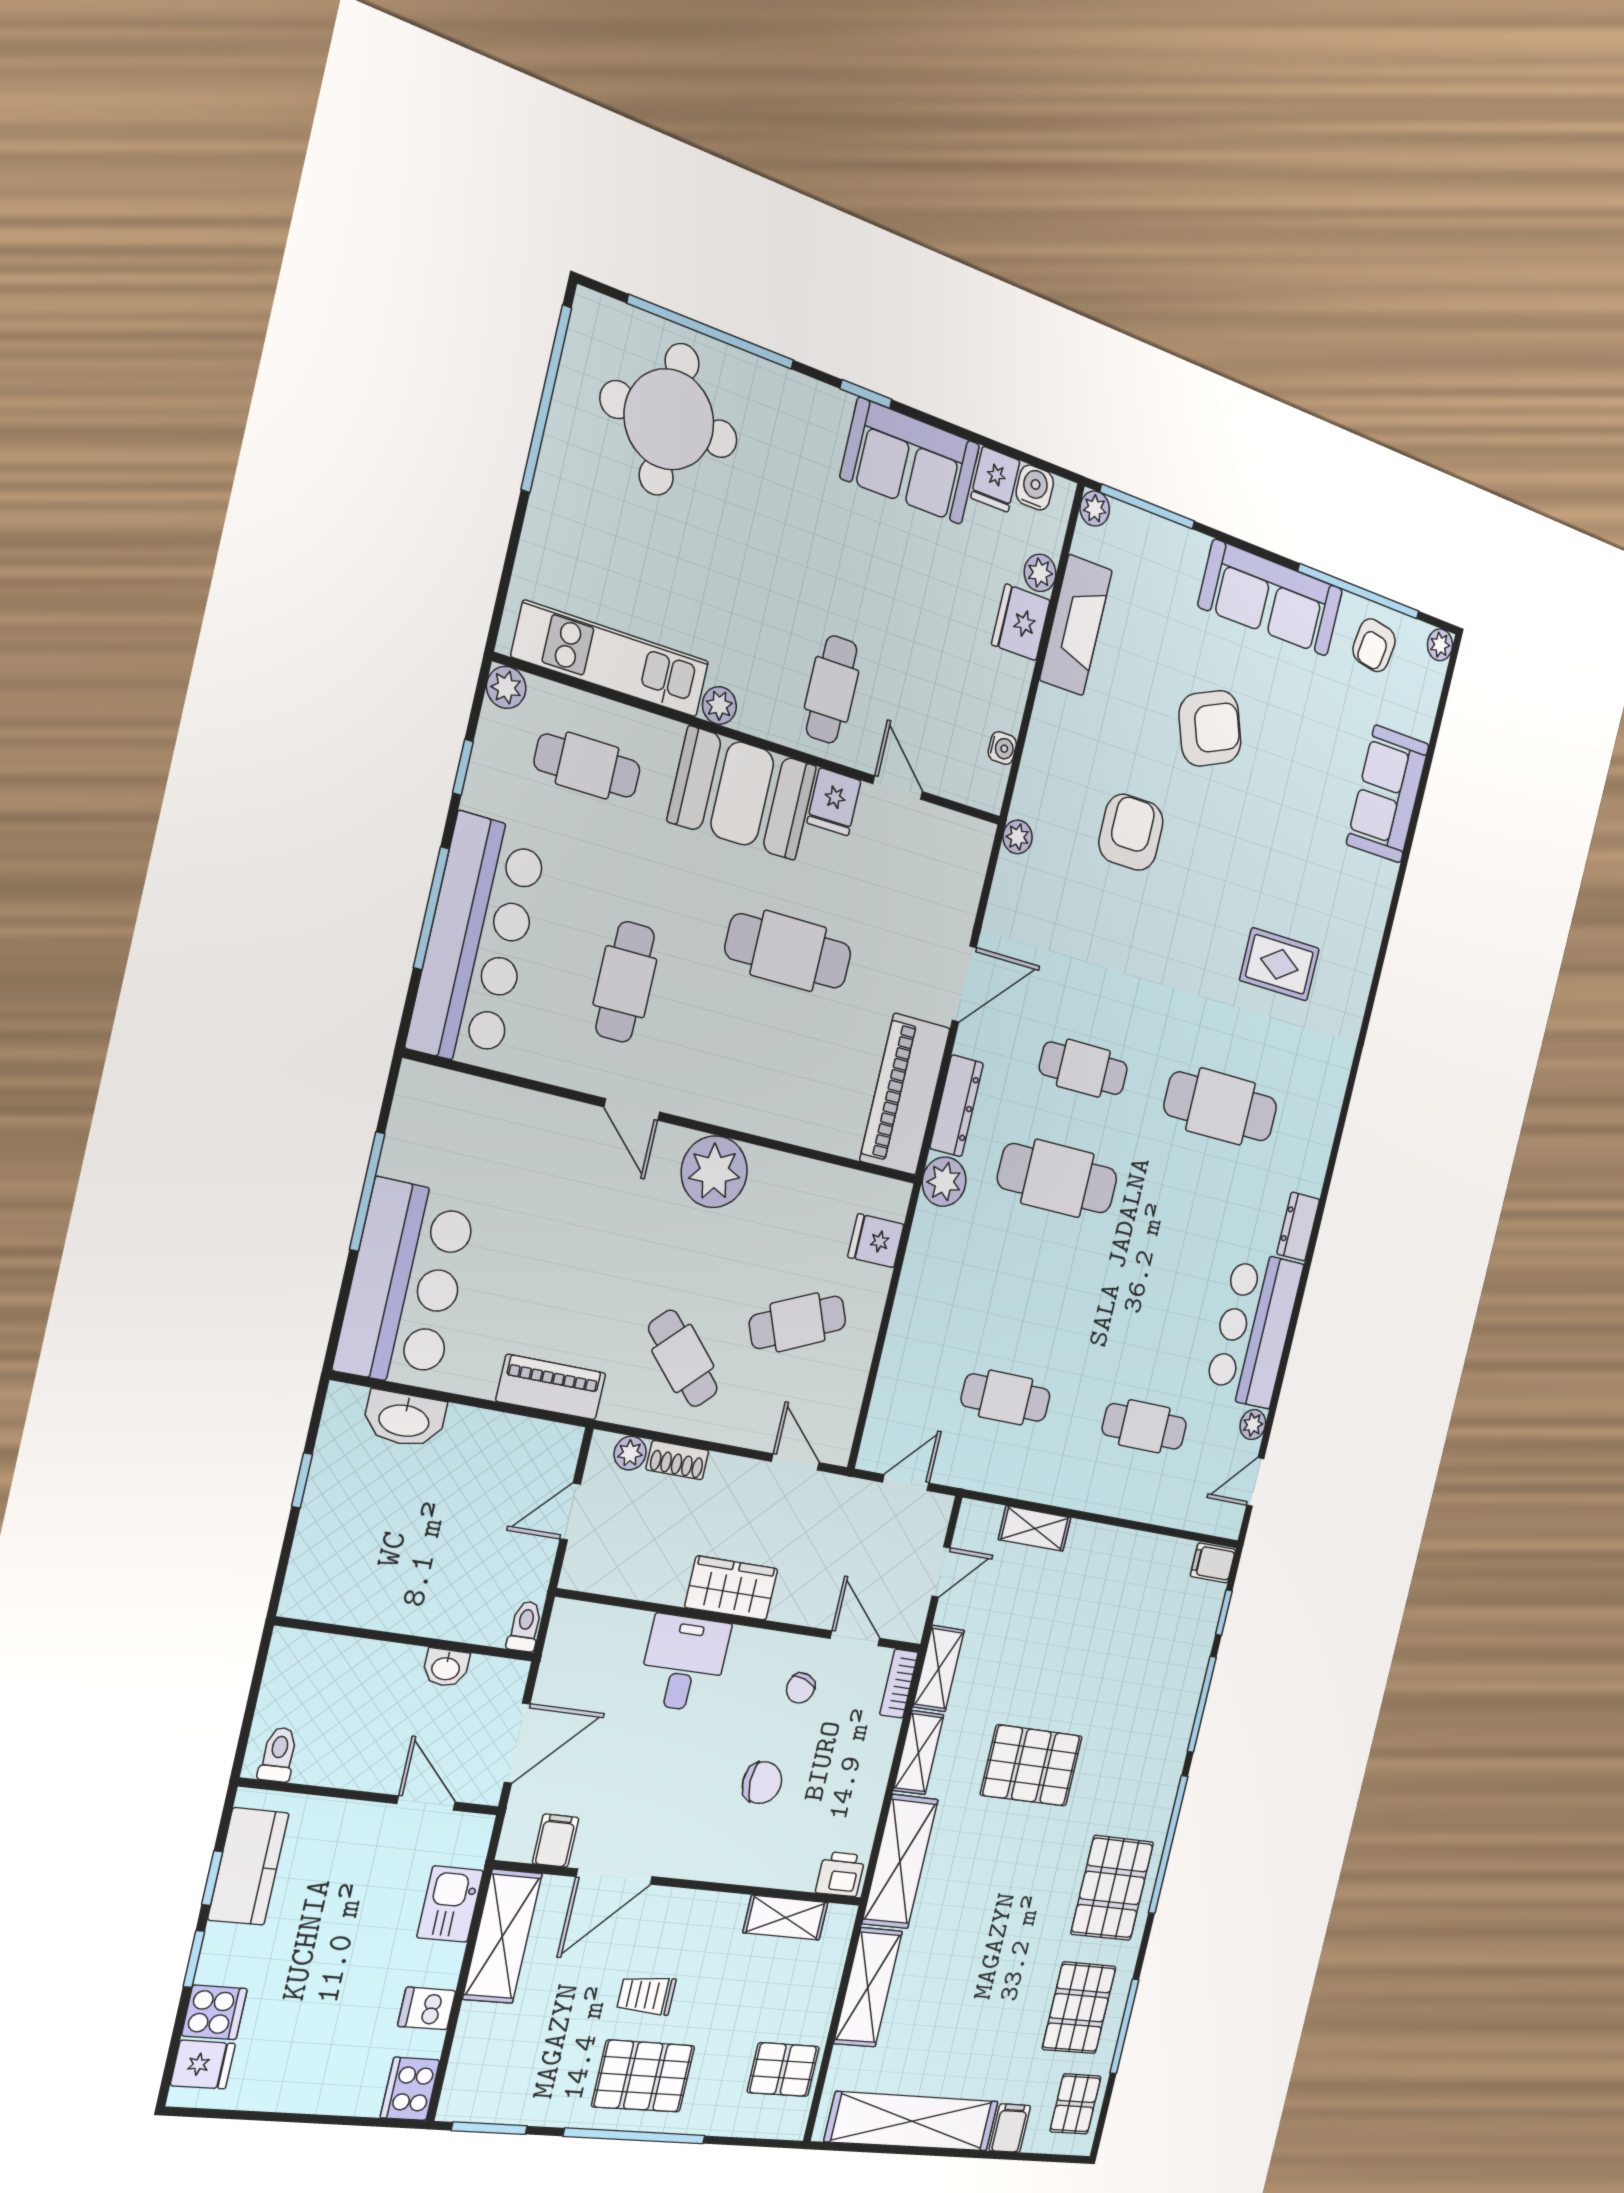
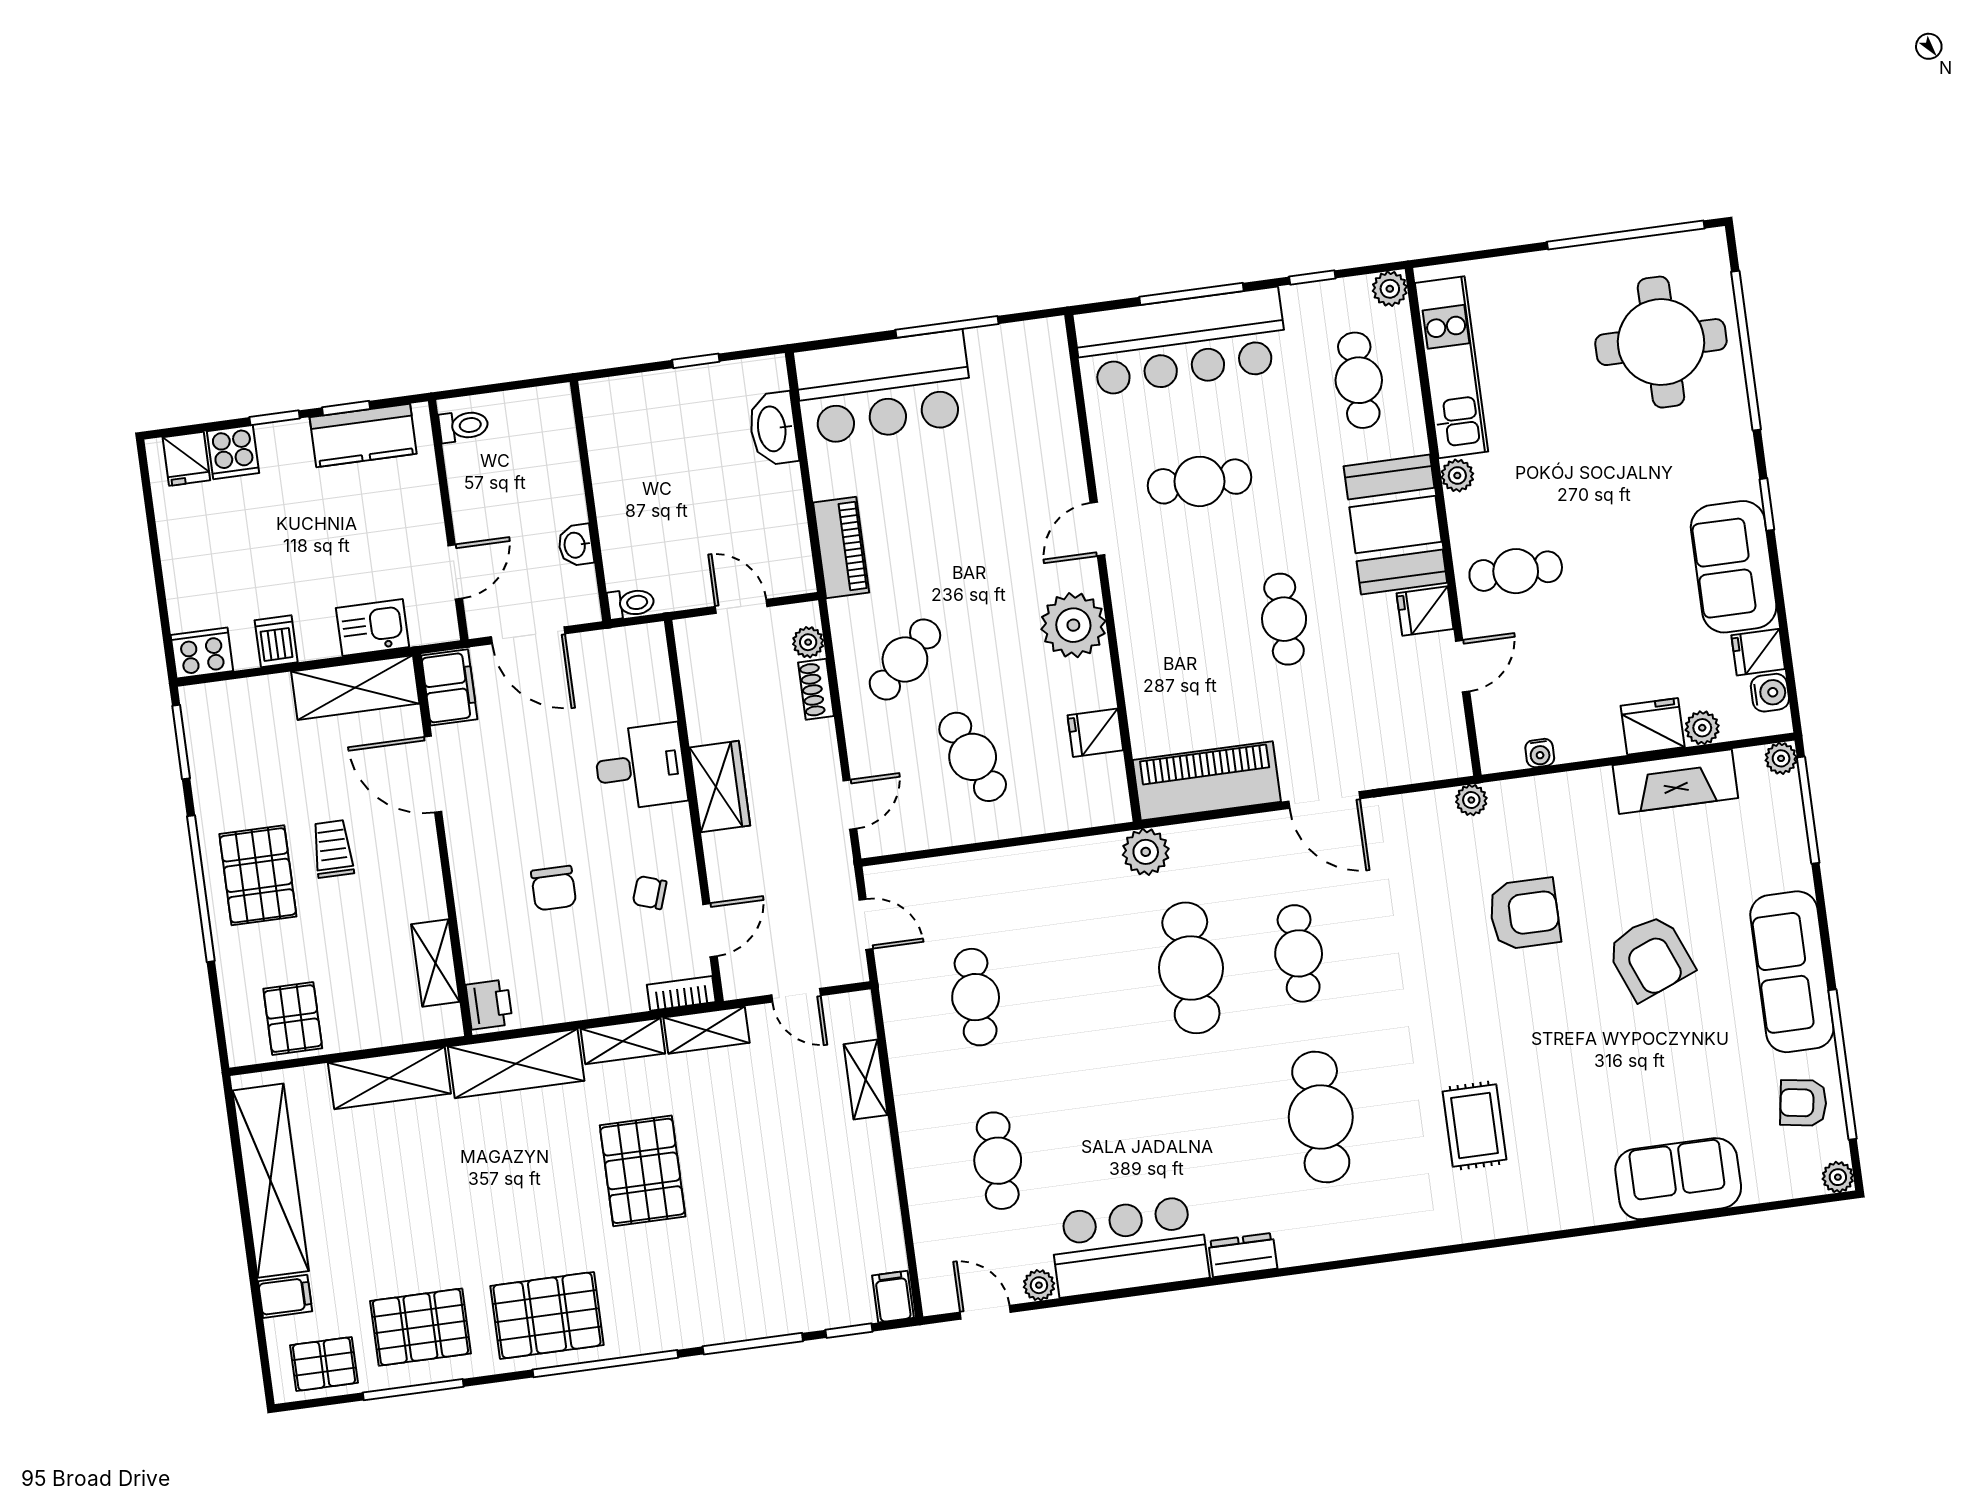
cafe table: (788, 951) -> (1284, 619), width x0.73, depth x0.74
dresser: (957, 1106) -> (1216, 837), removed
fridge: (876, 1241) -> (1095, 733), moved, turned -90
filing cabinet: (556, 1841) -> (449, 687), width x2.00

